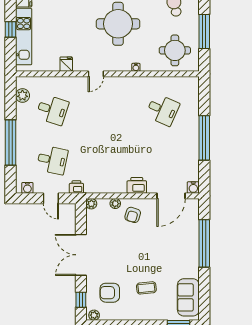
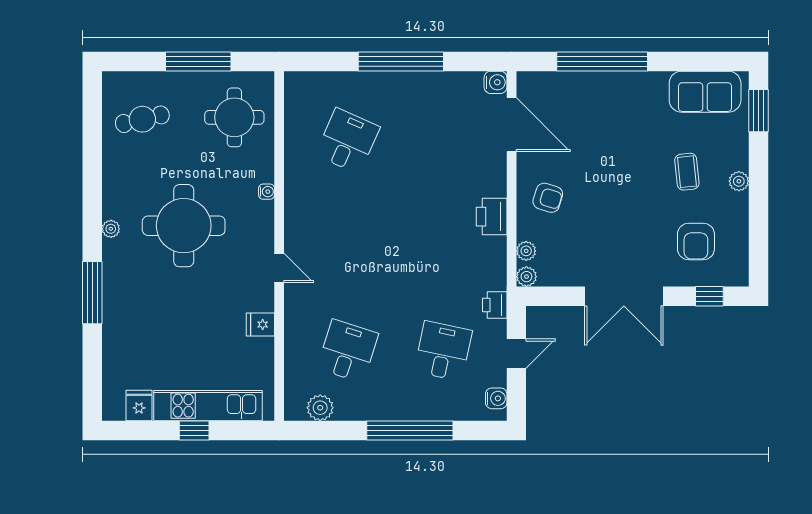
printer: (137, 185) -> (492, 217), moved
plant: (115, 204) -> (526, 251), moved
plant: (94, 315) -> (739, 181), moved

